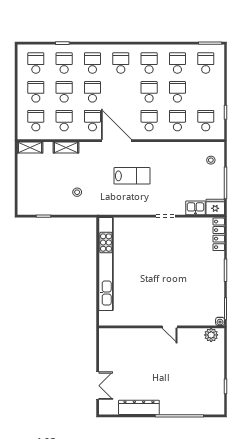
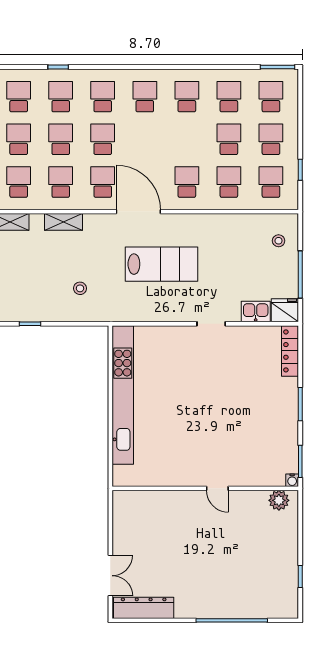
school desk: (149, 92) -> (271, 139), moved
lab bench: (132, 176) -> (161, 264), width x1.36, depth x1.39
dresser: (139, 407) -> (144, 608), moved

